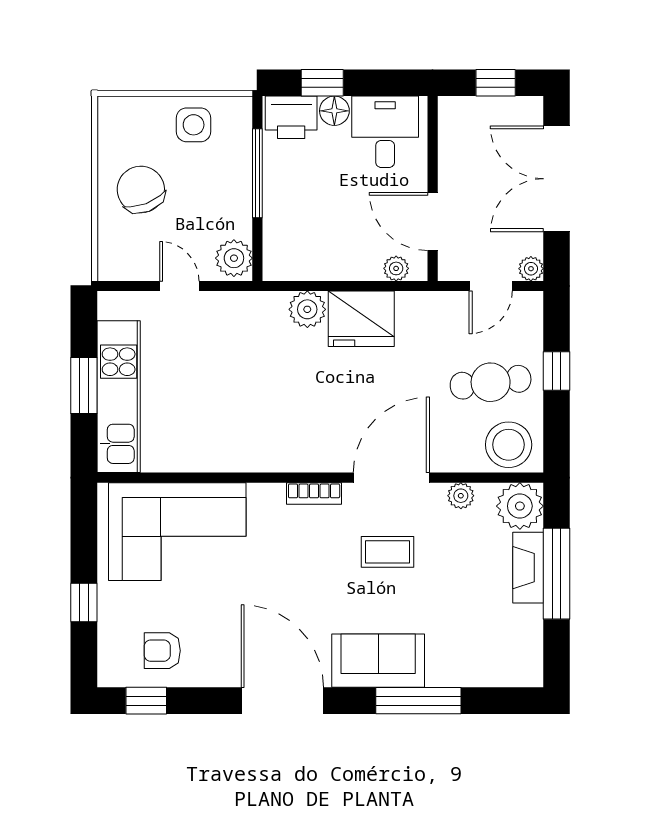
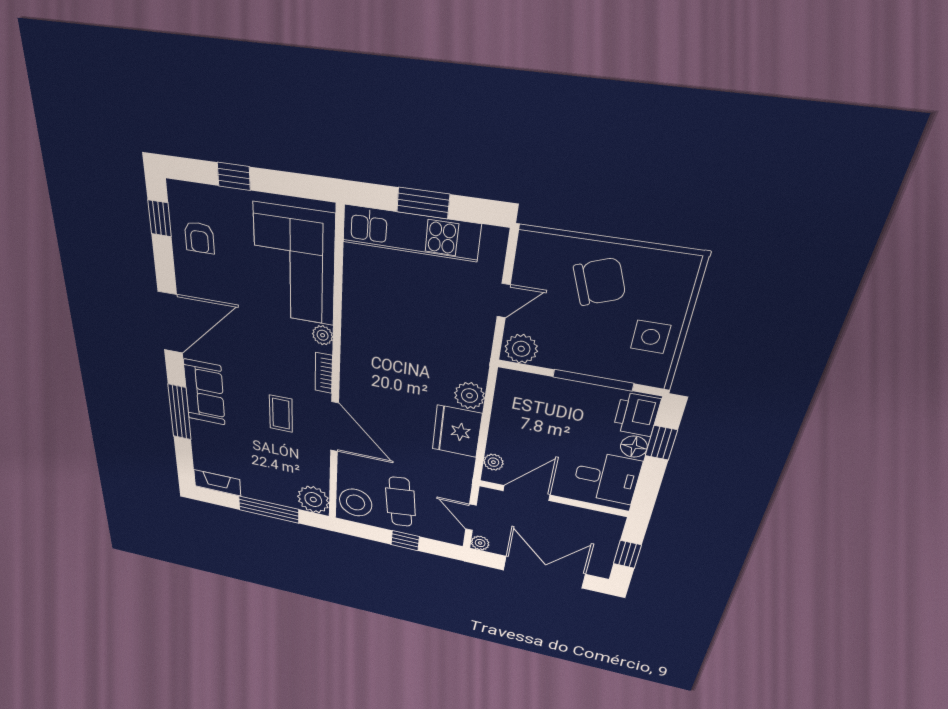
plant: (461, 496) -> (323, 335), moved
fireplace: (528, 568) -> (217, 483), moved
armchair: (162, 651) -> (199, 238), turned 180

